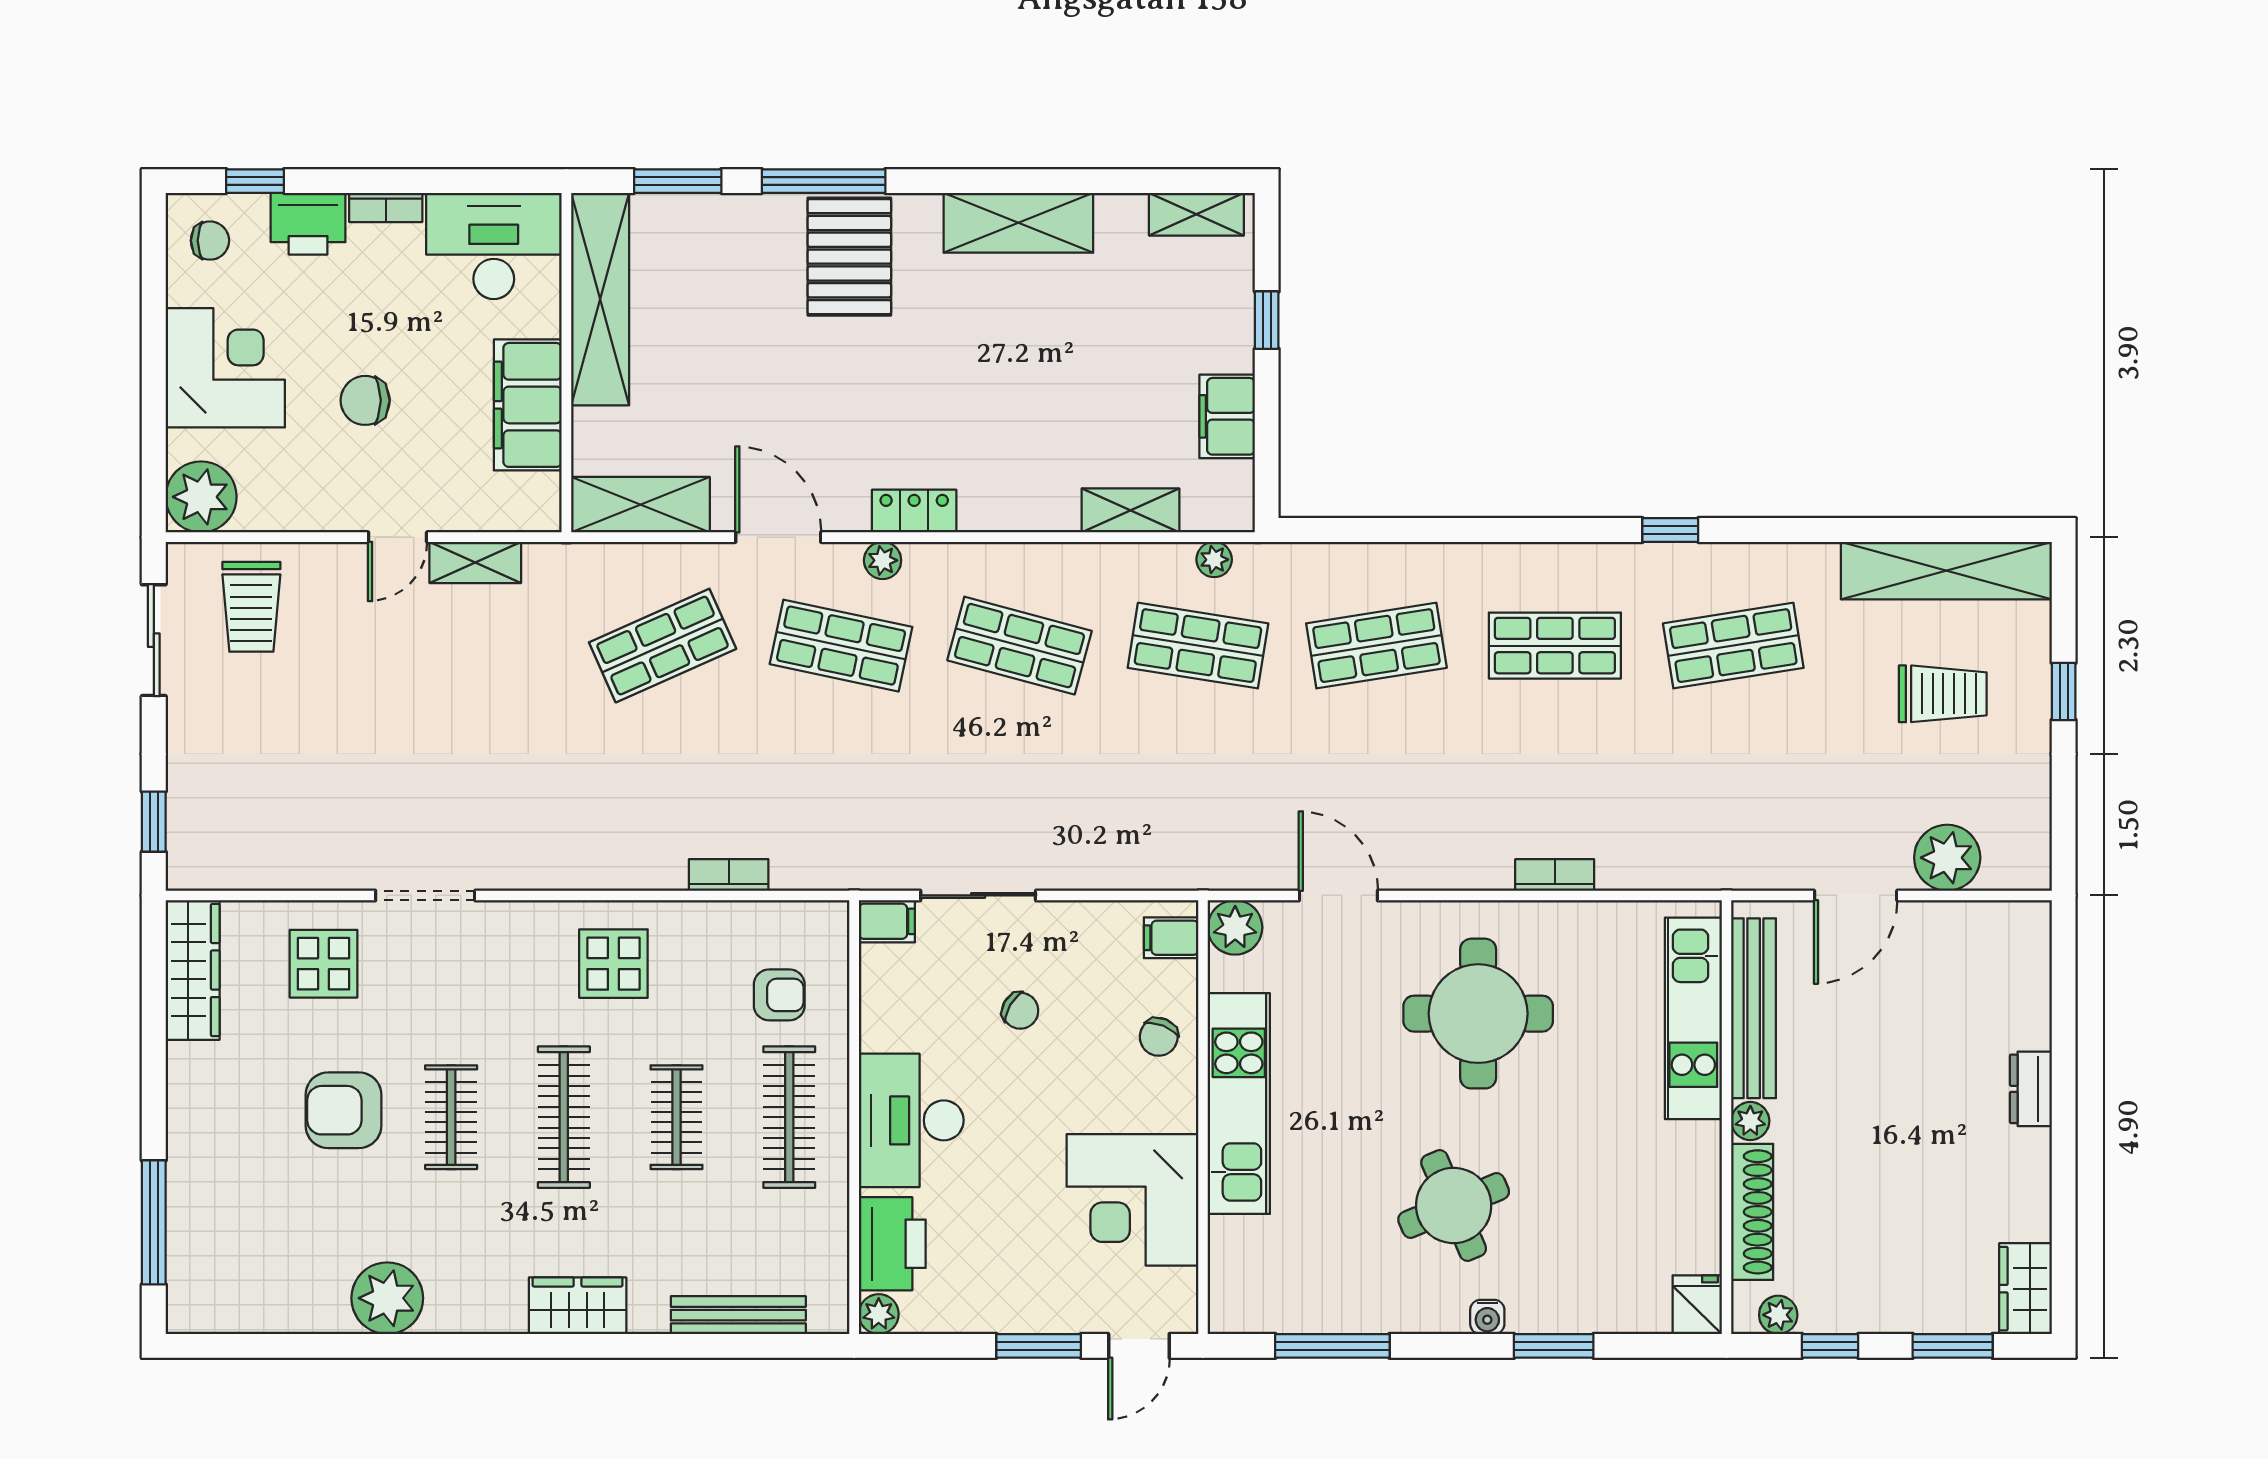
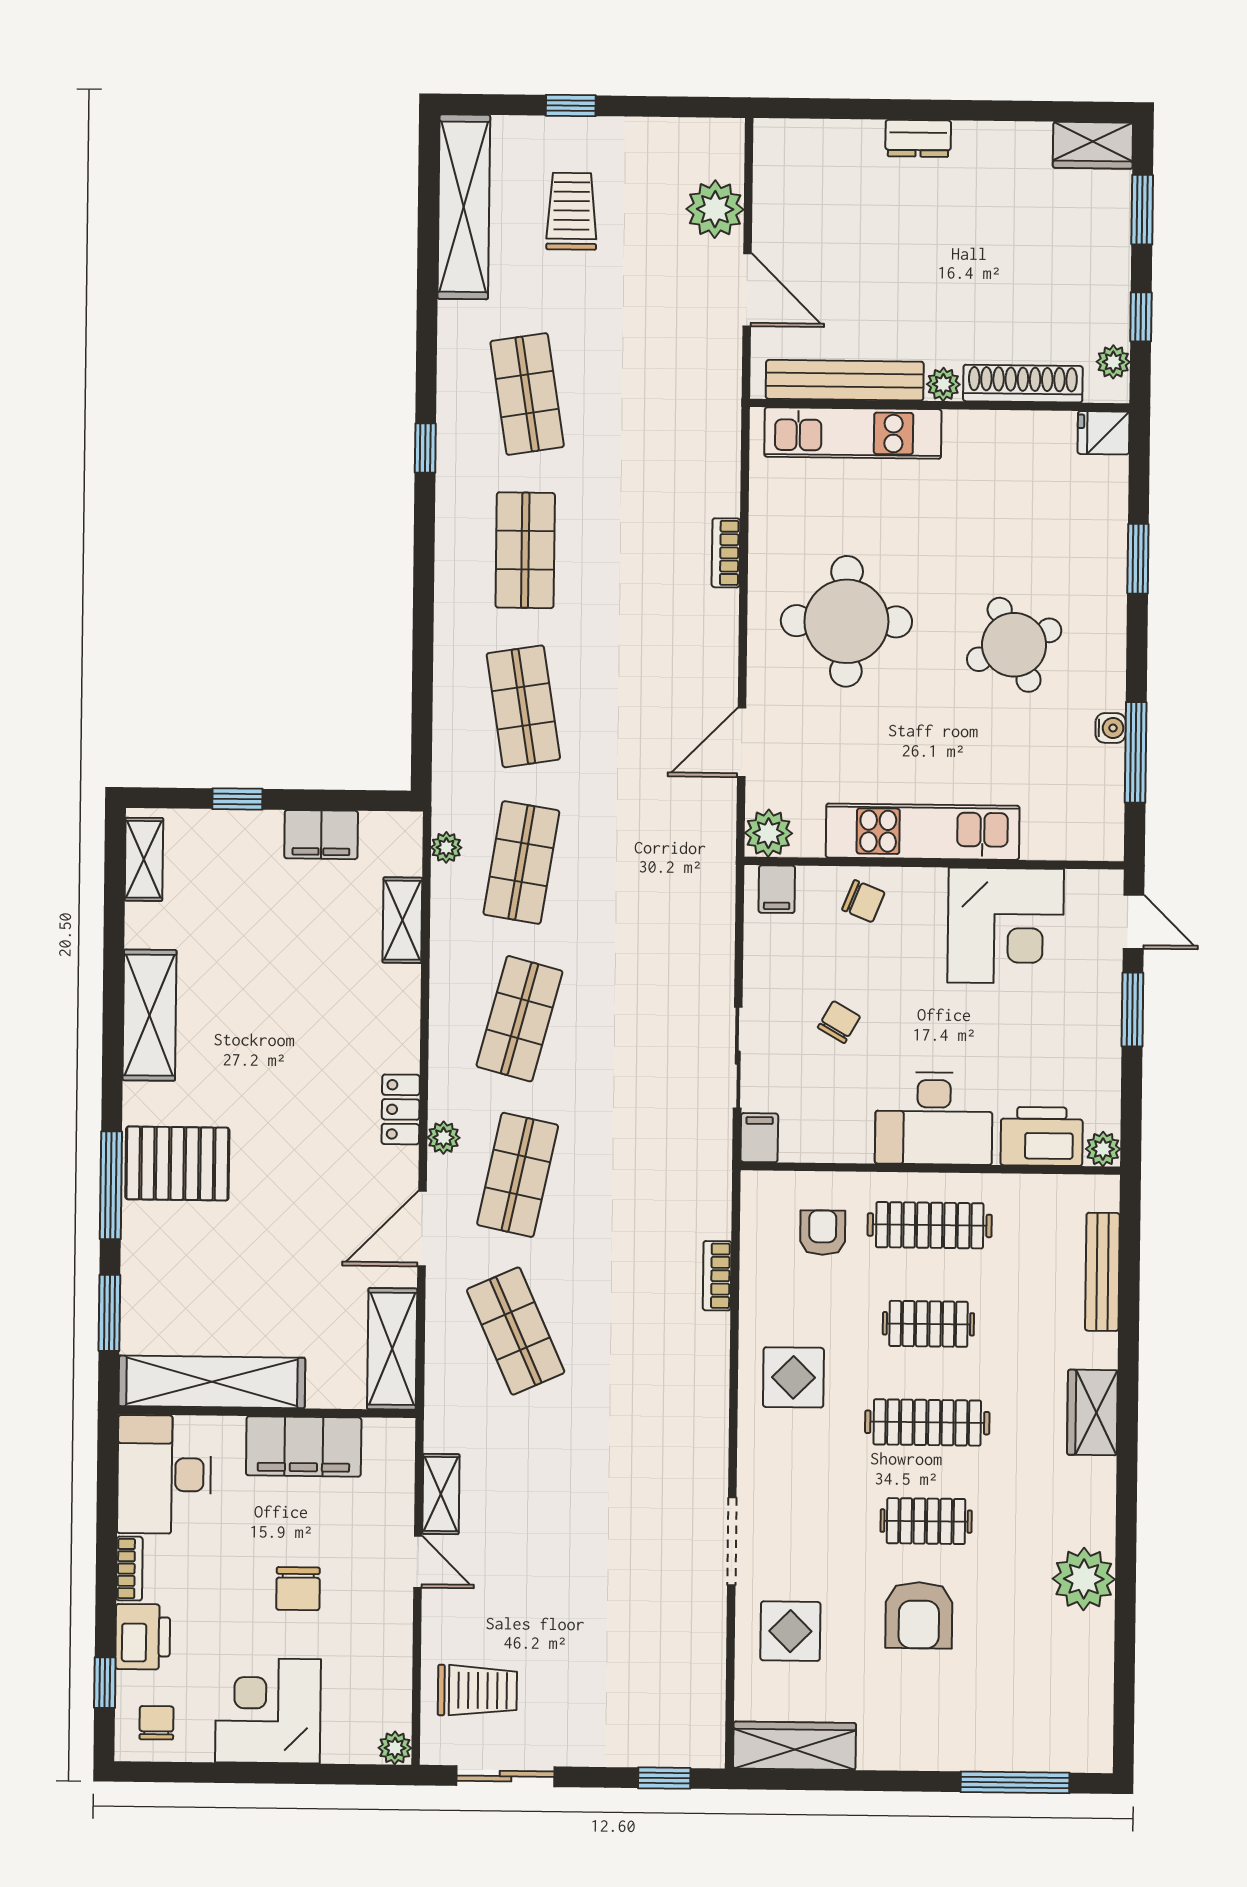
plant: (201, 497) -> (395, 1748), width x0.53, depth x0.53
water cooler: (1487, 1317) -> (1111, 728), moved

